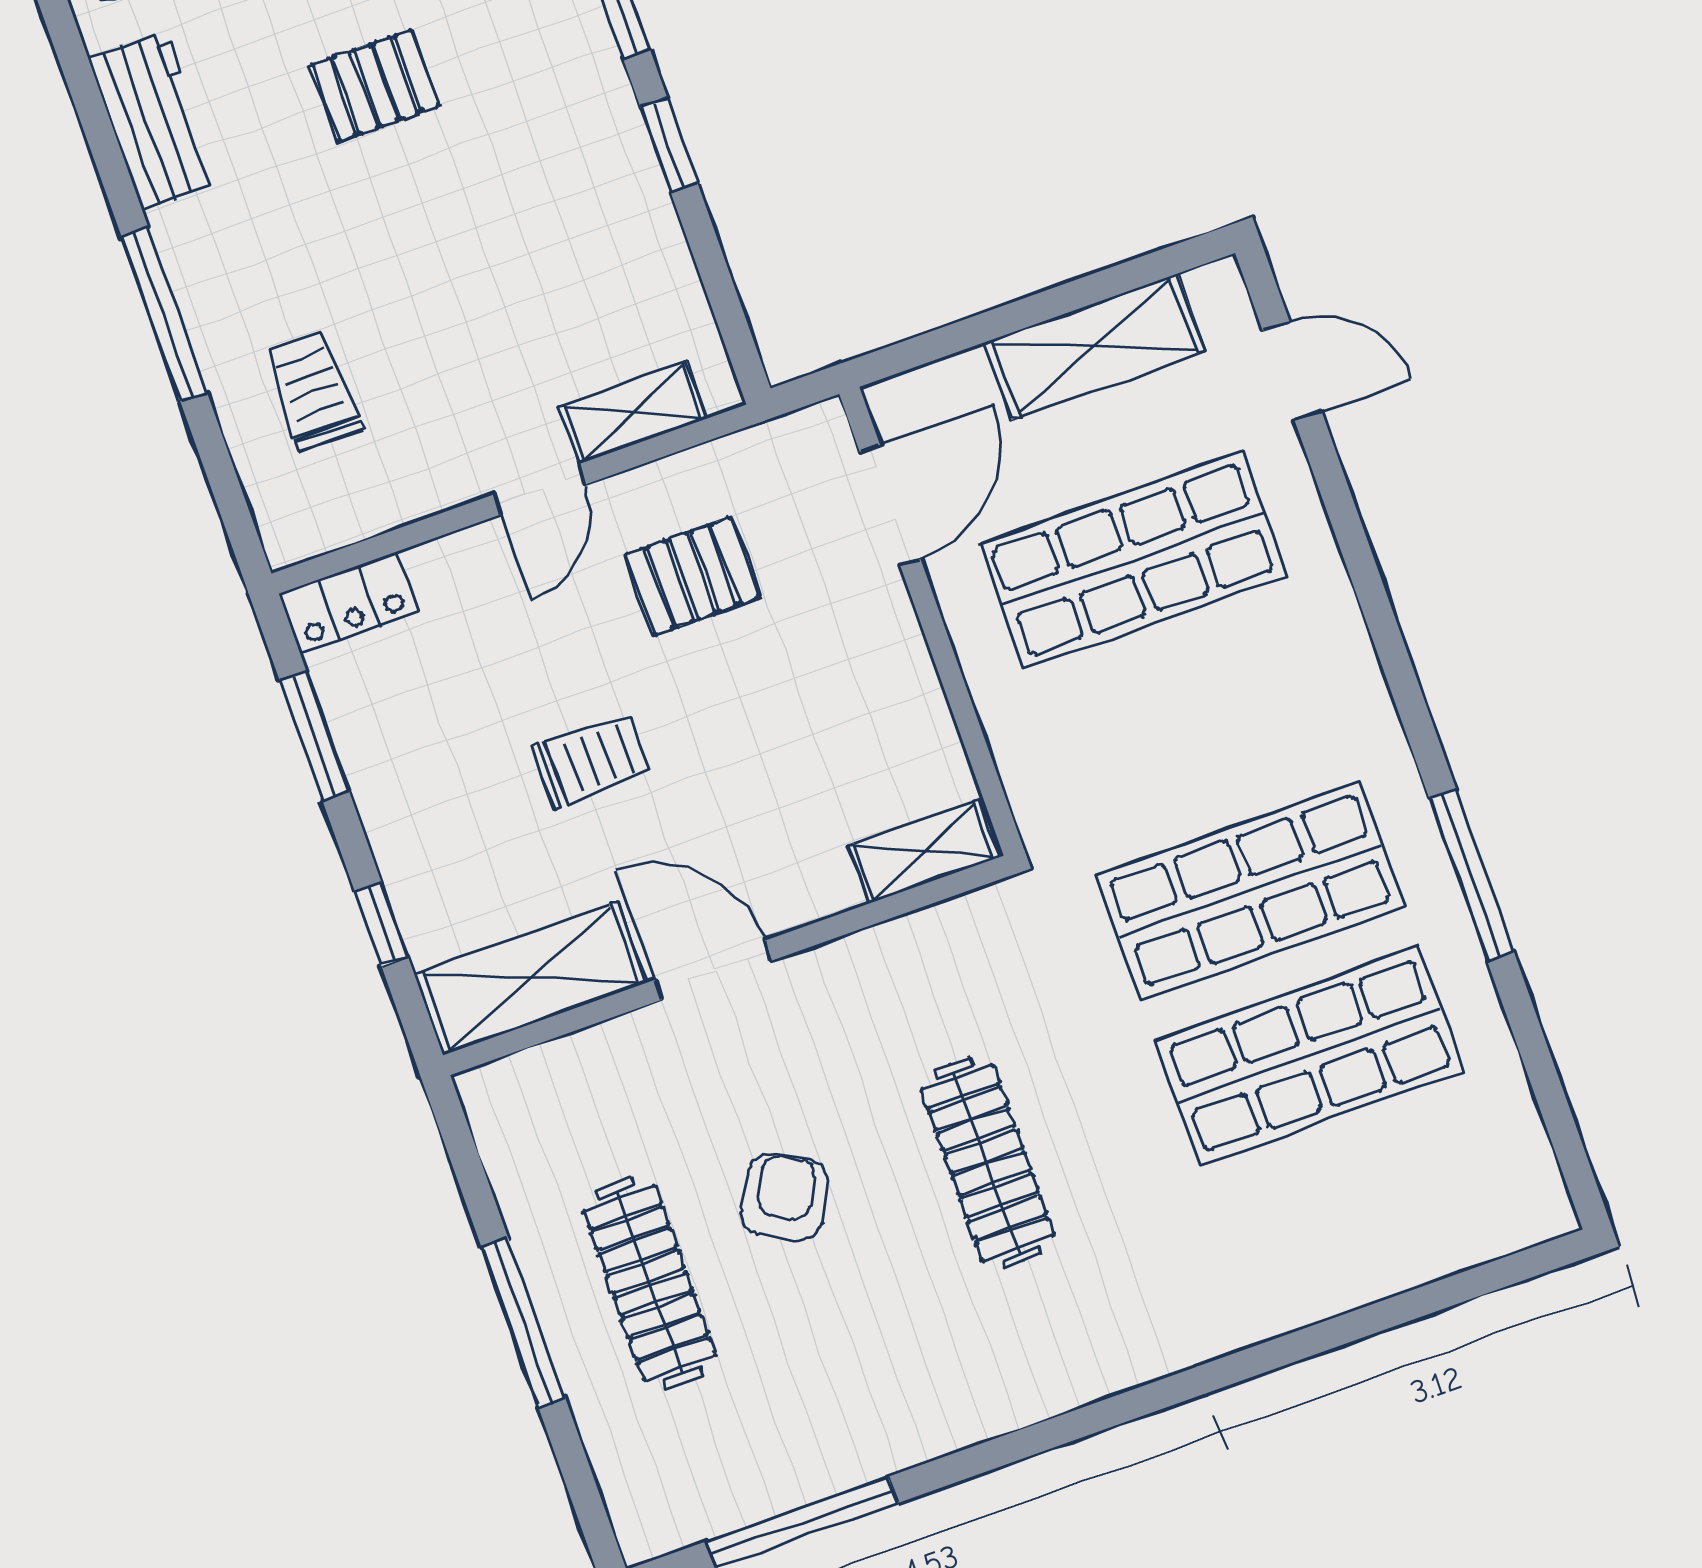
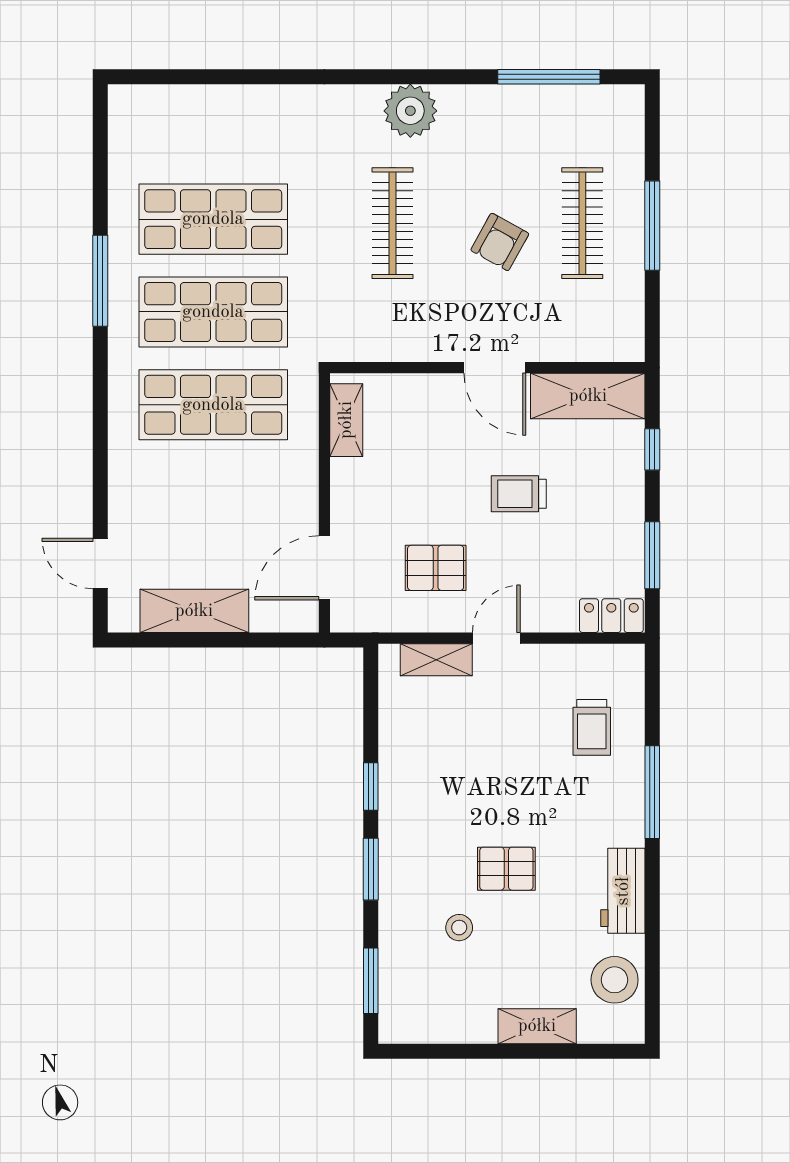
shop shelf: (1133, 560) -> (213, 405), moved
shelving: (924, 851) -> (346, 420), moved, turned 90
plant: (1027, 1374) -> (410, 111), added

